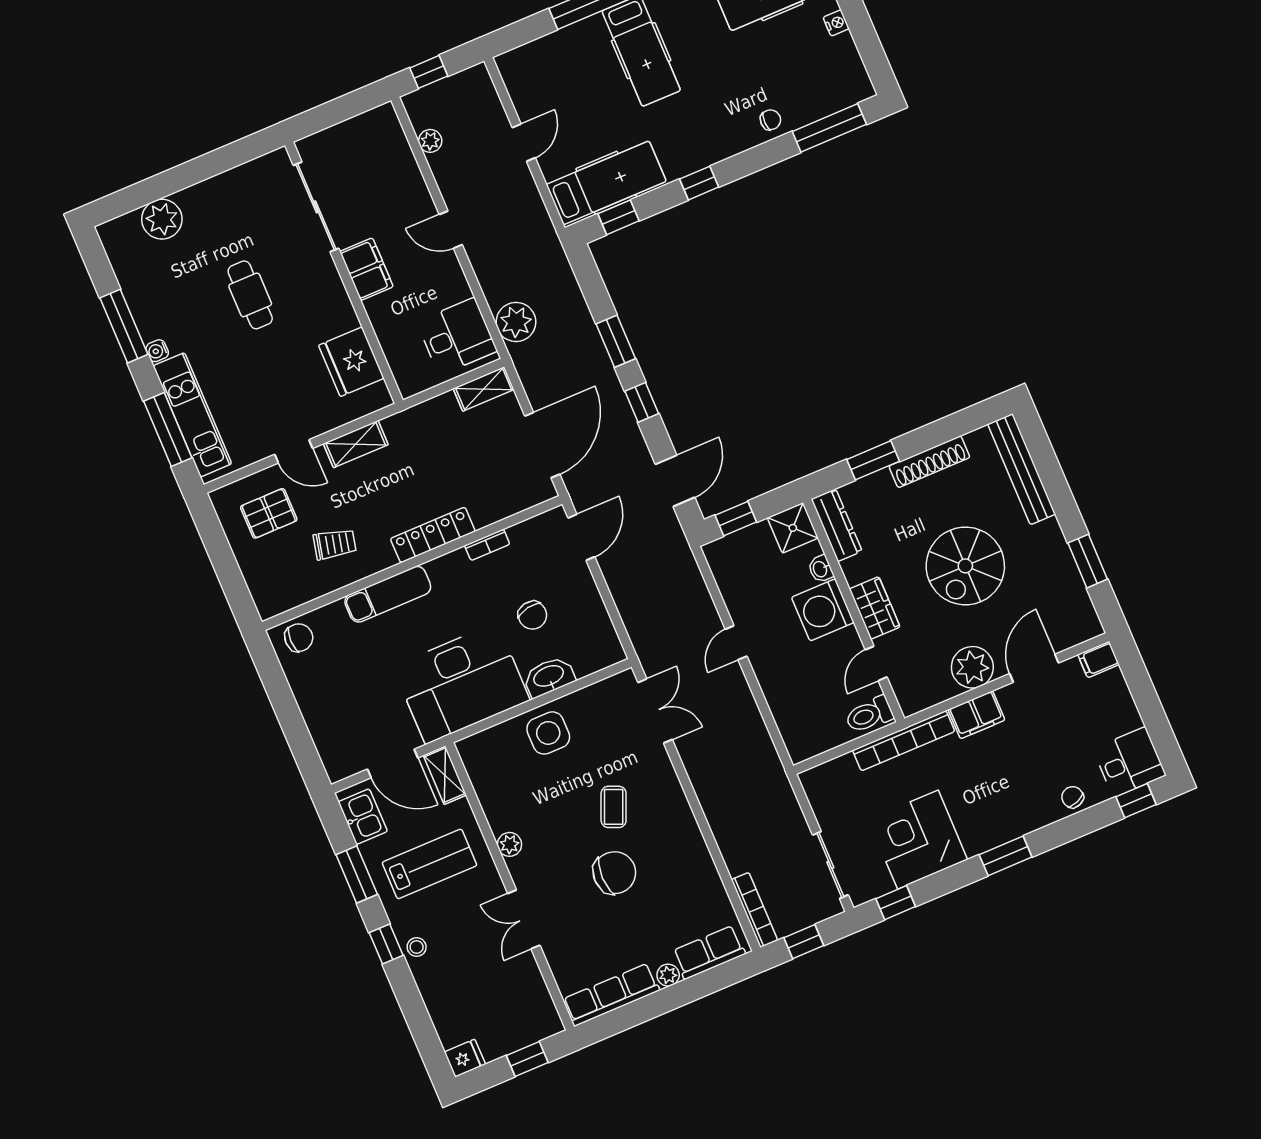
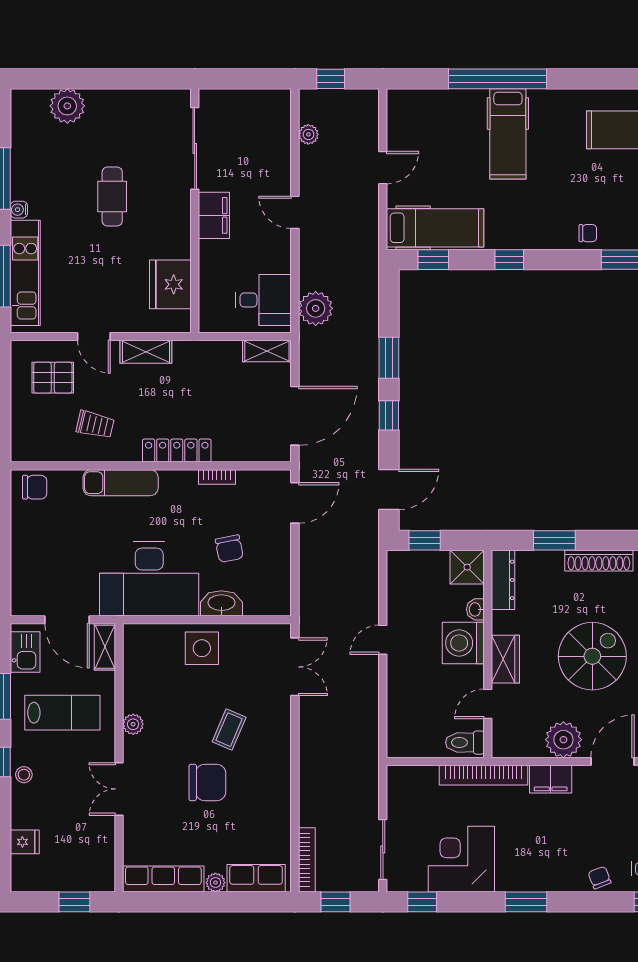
spiral stairs: (965, 566) -> (592, 656), turned 180
fridge: (465, 1058) -> (25, 842), moved

